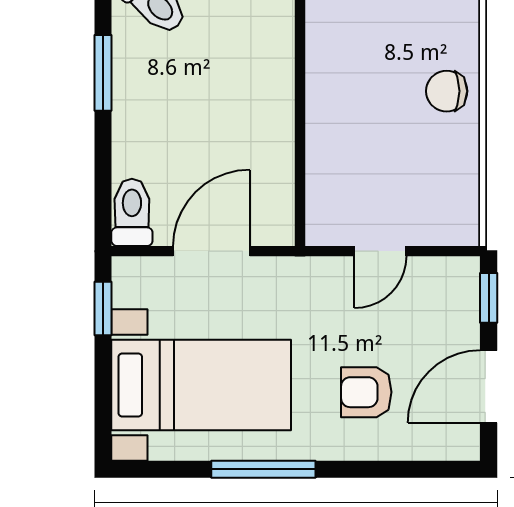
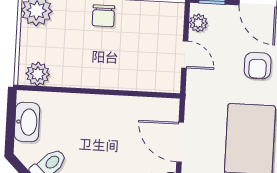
plant: (442, 274) -> (198, 23), added

